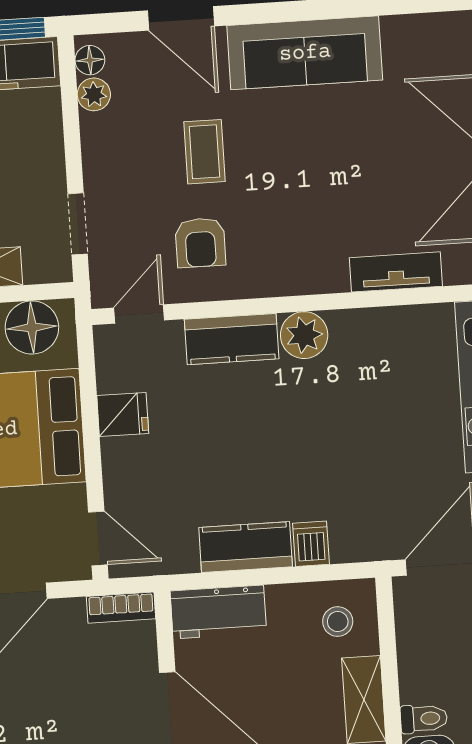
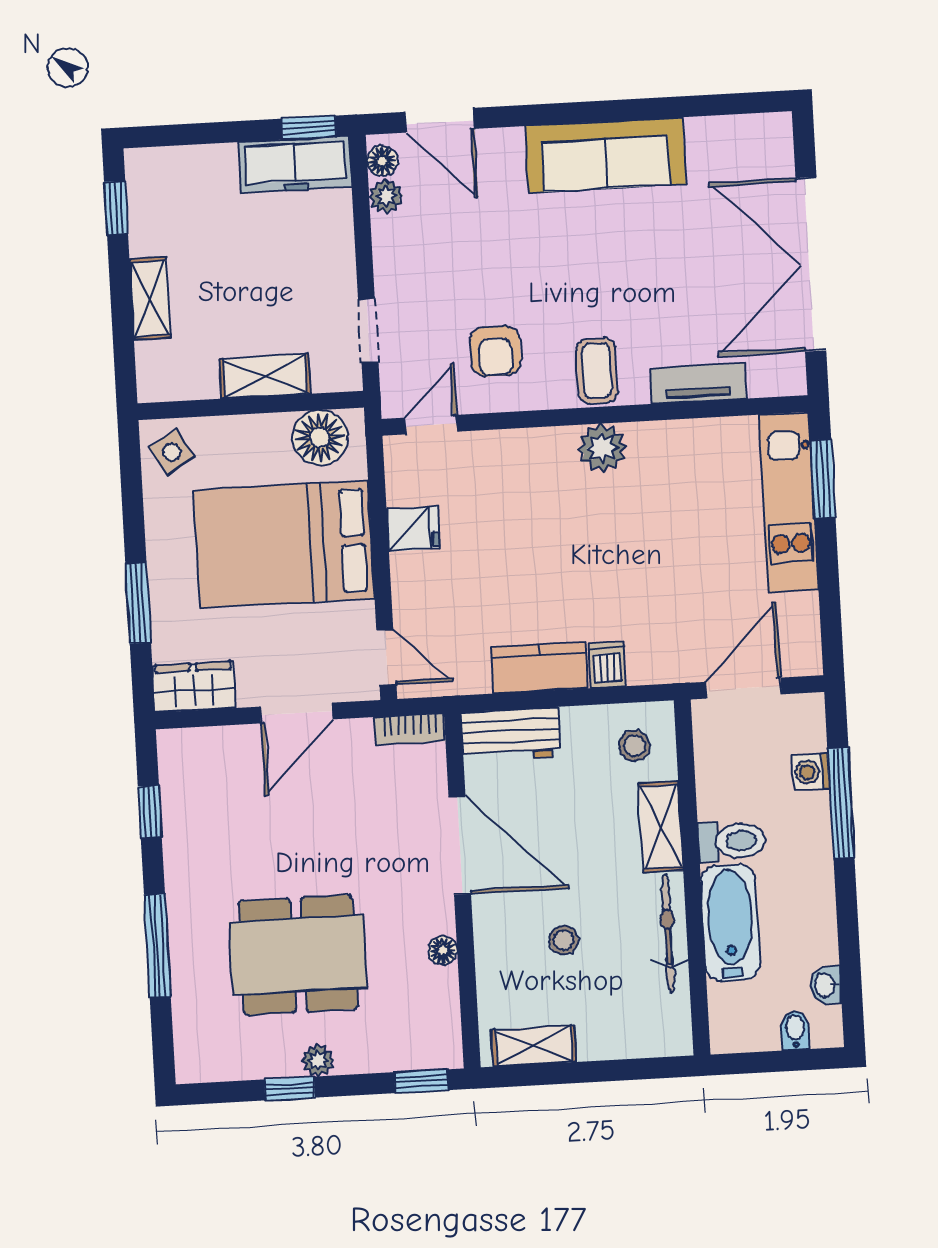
door: (181, 18) -> (440, 120), moved
coffee table: (204, 152) -> (597, 371), moved
kitchen counter: (232, 339) -> (527, 451), removed
toilet: (424, 719) -> (732, 841), width x1.37, depth x1.39

